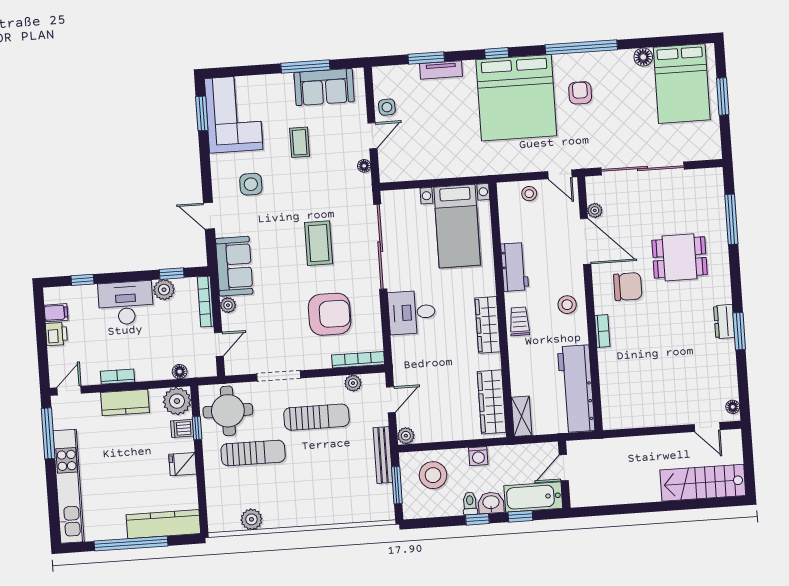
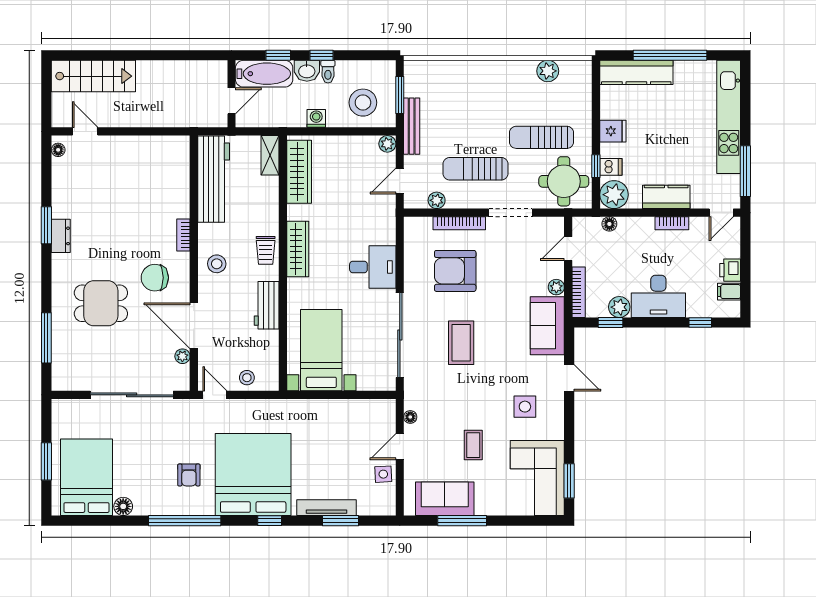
tv unit: (441, 70) -> (327, 508), width x1.41
bookcase: (358, 360) -> (459, 223), moved

